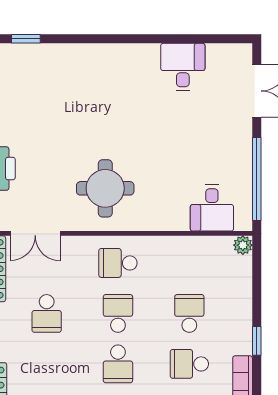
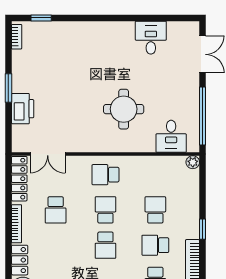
round table: (105, 188) -> (124, 109), moved

